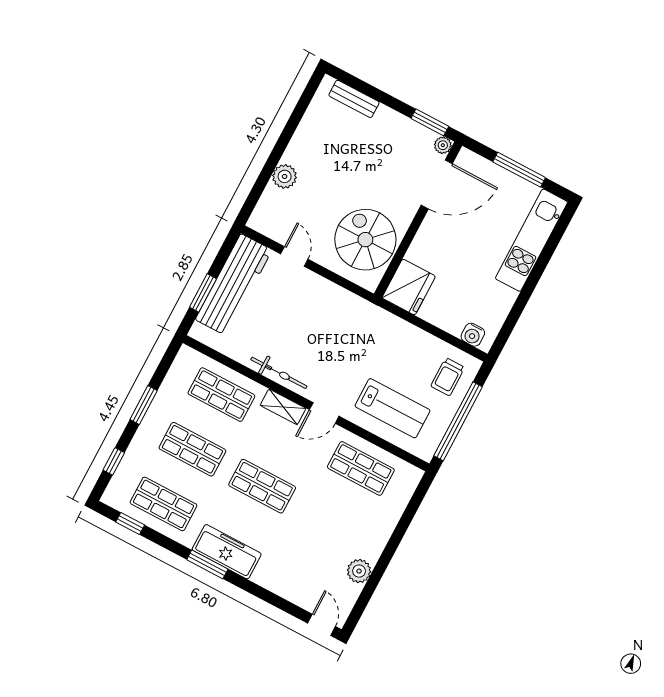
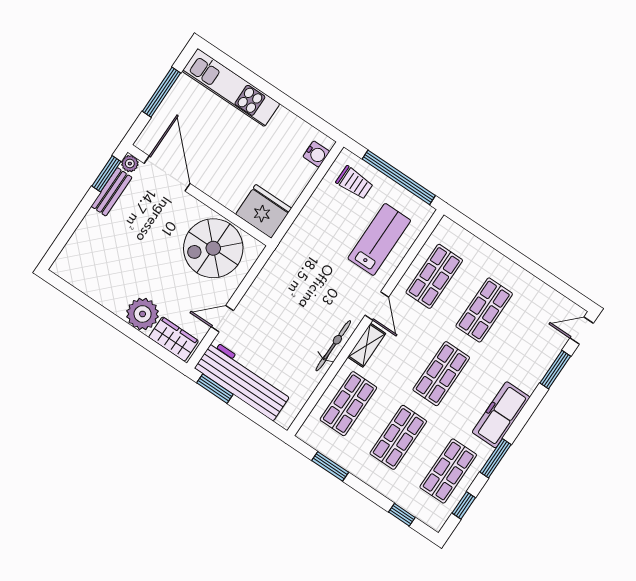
bench: (354, 99) -> (111, 192), moved
plant: (285, 176) -> (143, 314), width x1.36, depth x1.36
wardrobe: (268, 209) -> (174, 339), added
window: (203, 293) -> (215, 389), moved
window: (144, 405) -> (330, 466), moved
shop shelf: (332, 523) -> (484, 310), added
window: (207, 564) -> (495, 458), moved
plant: (359, 571) -> (533, 289), removed
window: (279, 602) -> (555, 370), added

